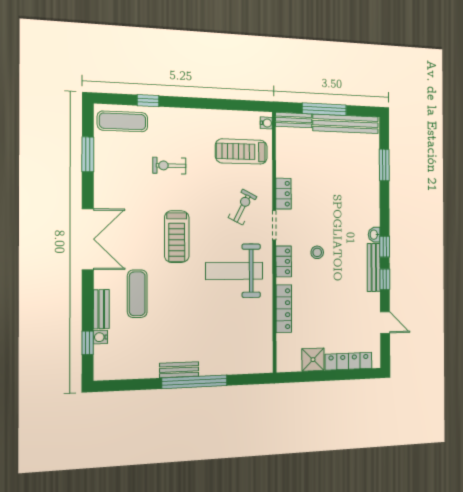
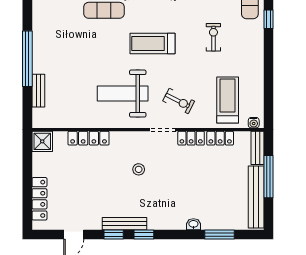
washbasin: (374, 235) -> (193, 224), moved
locker: (284, 261) -> (220, 138), moved
weight bench: (234, 271) -> (123, 94), turned -90
shower: (313, 360) -> (42, 141), moved
bench: (179, 370) -> (38, 91), moved

